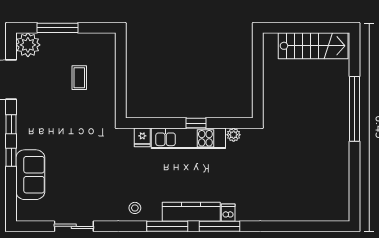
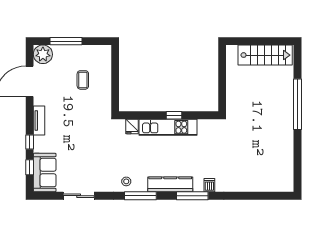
window: (11, 124) -> (30, 167), moved
tv unit: (23, 130) -> (39, 120), added
plant: (234, 135) -> (203, 124), removed
sofa: (30, 175) -> (45, 173), moved
dishwasher: (228, 213) -> (209, 185), moved
window: (167, 226) -> (140, 196), moved

